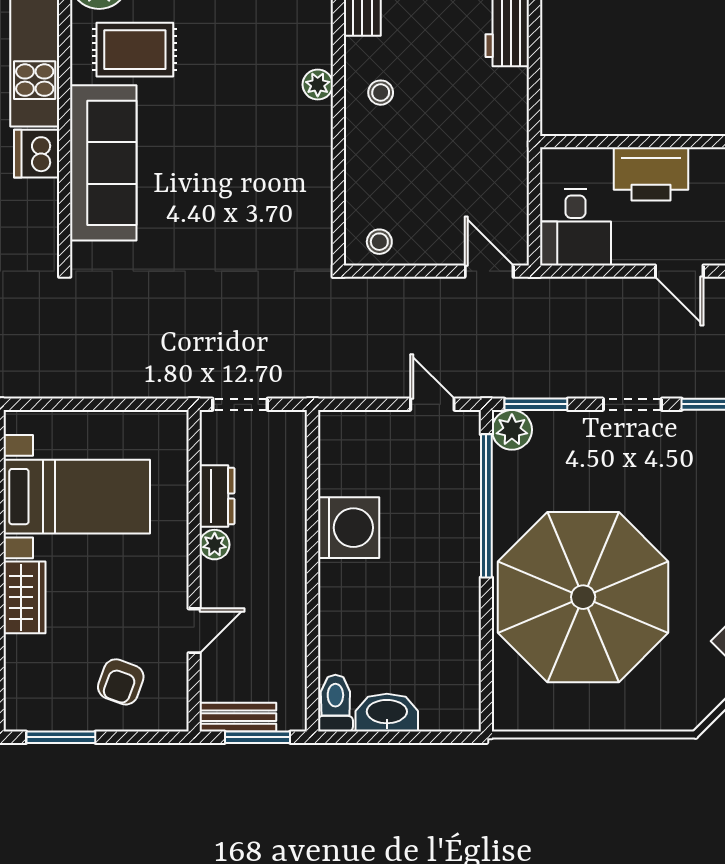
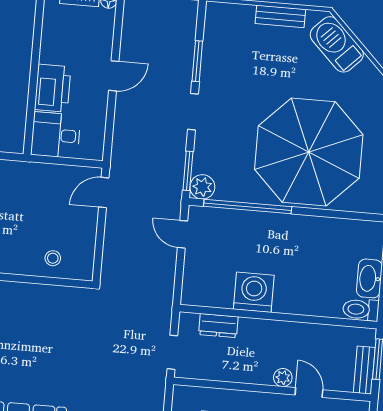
desk: (575, 227) -> (56, 135), moved, turned 180
stool: (379, 242) -> (53, 258), moved
door: (432, 404) -> (183, 234), hinge flipped
dresser: (217, 496) -> (218, 326), moved, turned 180
plant: (215, 545) -> (283, 378), moved

